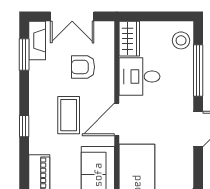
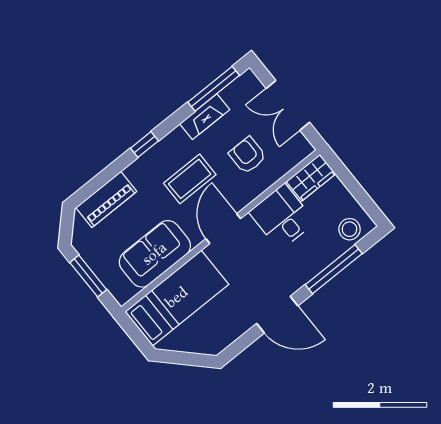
fireplace: (37, 41) -> (205, 117), moved
window: (24, 55) -> (214, 89), width x1.44
door: (117, 119) -> (223, 229), hinge flipped

